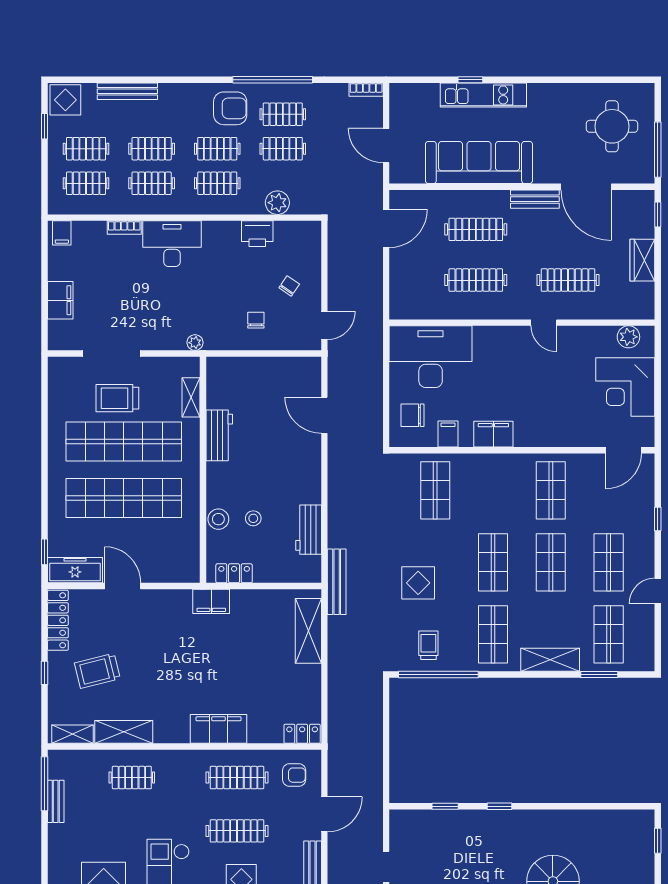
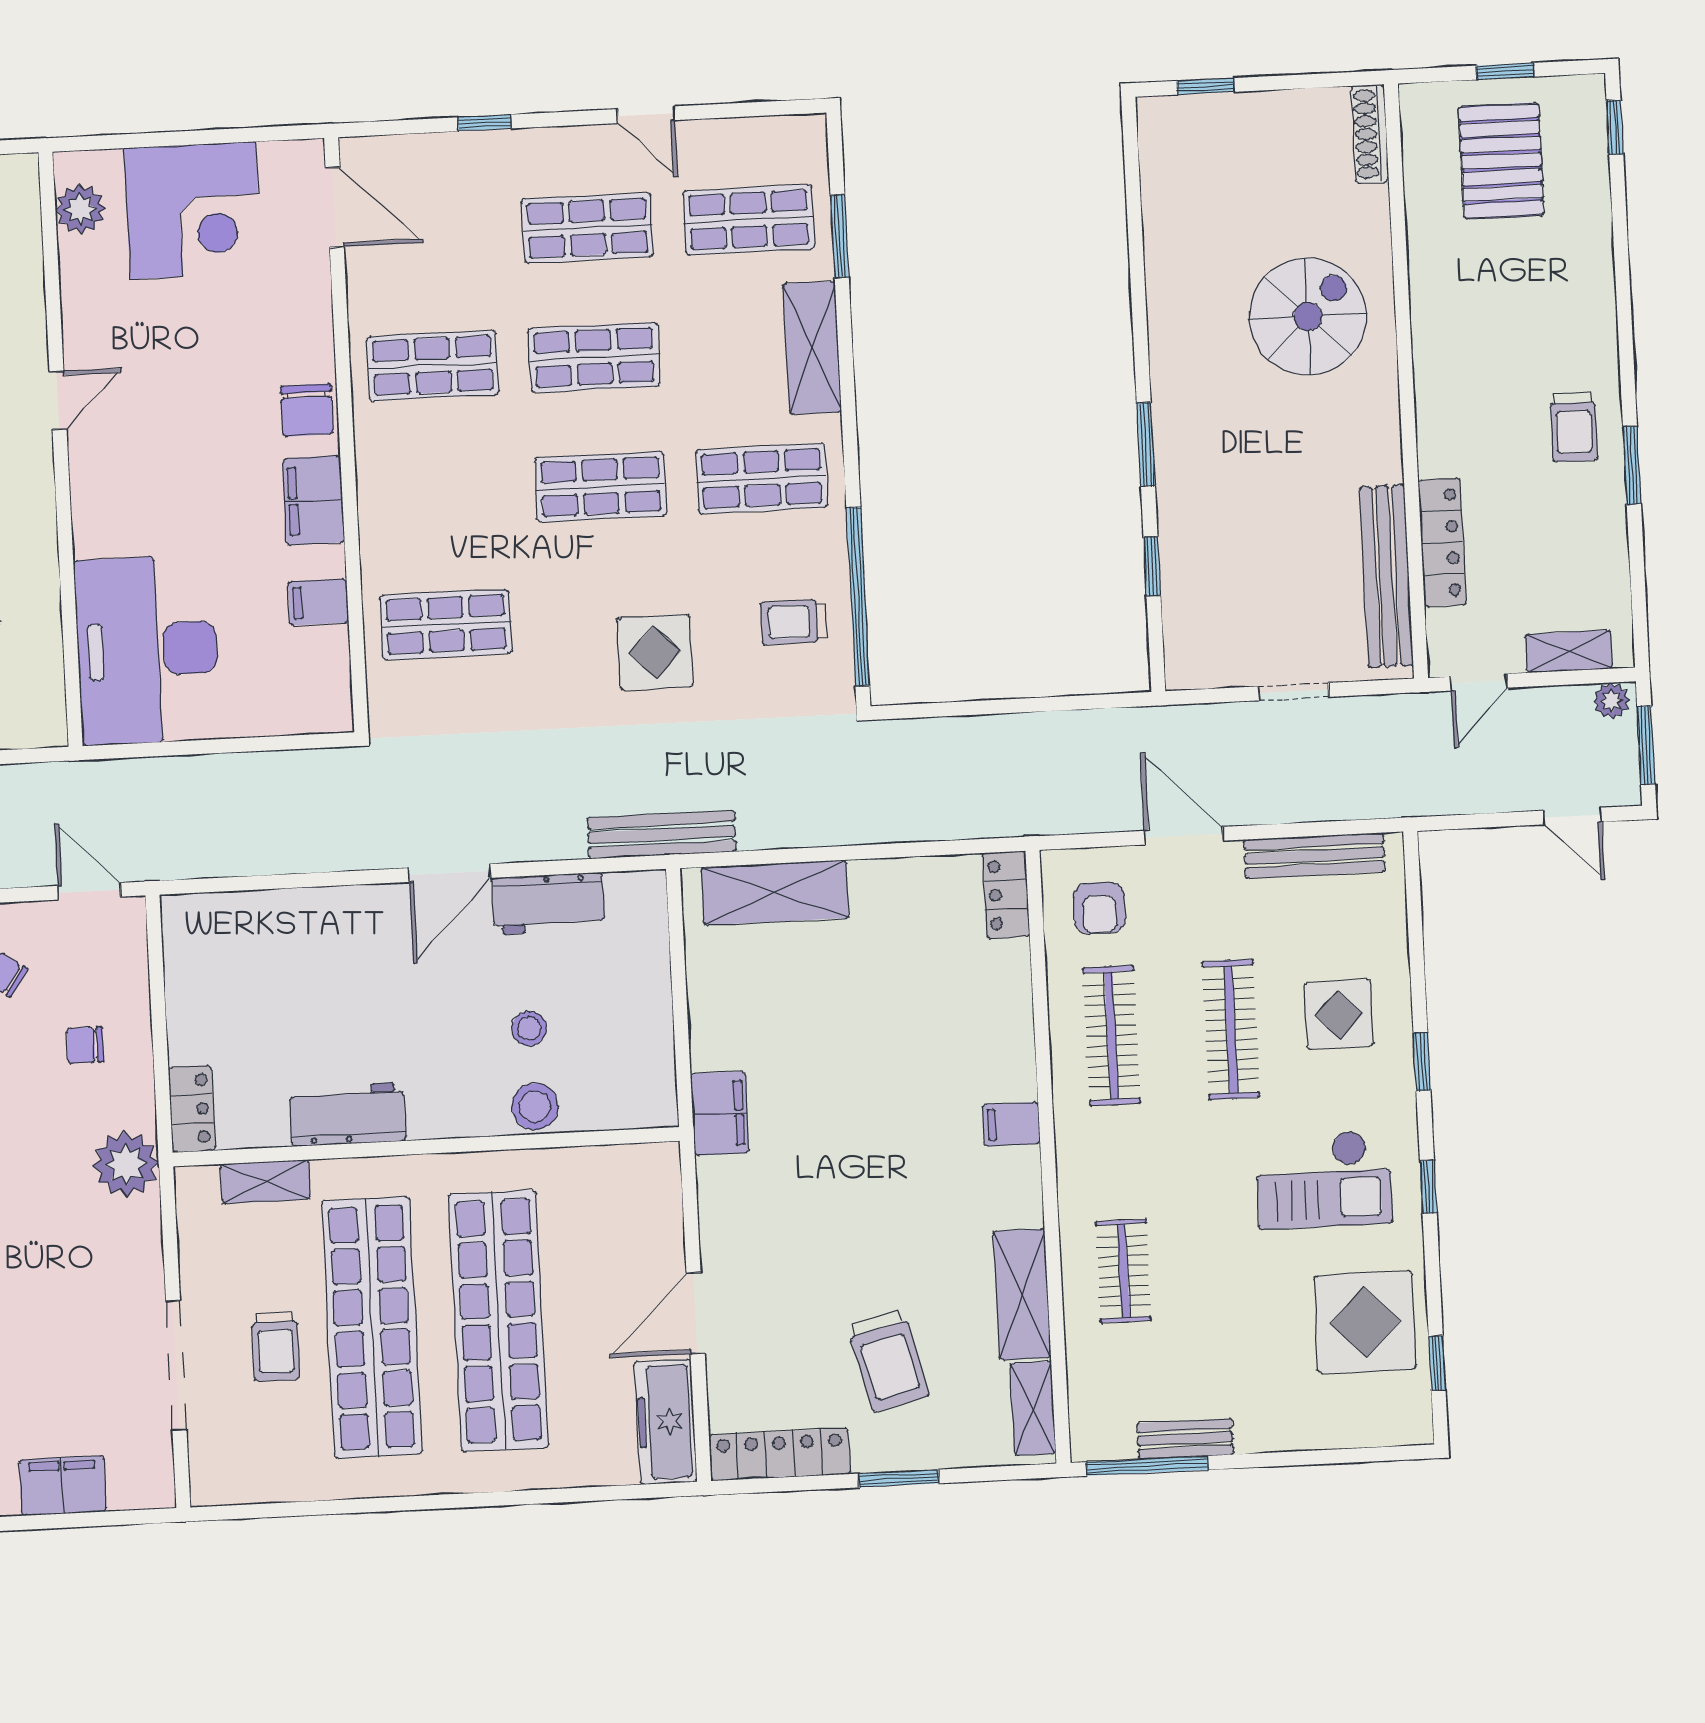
plant: (195, 343) -> (126, 1164), width x1.87, depth x1.87
trolley: (117, 398) -> (276, 1346), width x0.73, depth x0.72
door: (324, 415) -> (450, 873), moved
chair: (413, 415) -> (307, 410), moved
window: (44, 552) -> (628, 1492), removed
locker: (234, 573) -> (192, 1109), moved, turned 180
window: (44, 673) -> (899, 1478), width x1.50
filing cabinet: (219, 729) -> (1011, 1124), width x0.33, depth x0.86
armchair: (294, 775) -> (1099, 908), turned 180
window: (500, 806) -> (1146, 444), width x1.50

